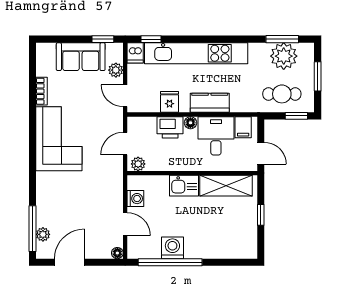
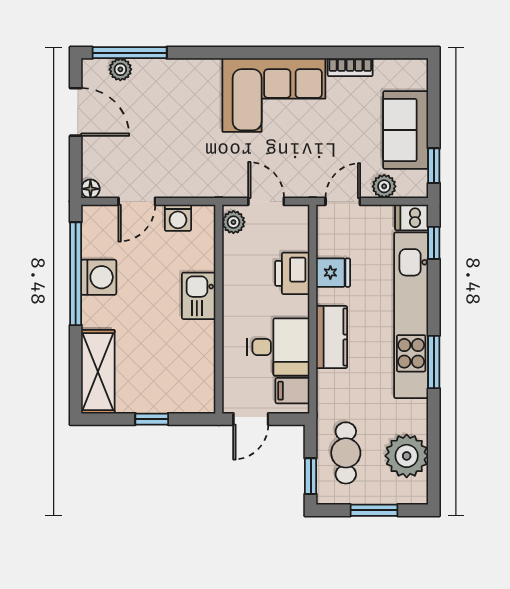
window: (282, 39) -> (434, 362), moved
floor lamp: (190, 123) -> (300, 306), removed
shelving: (226, 186) -> (98, 372), moved

